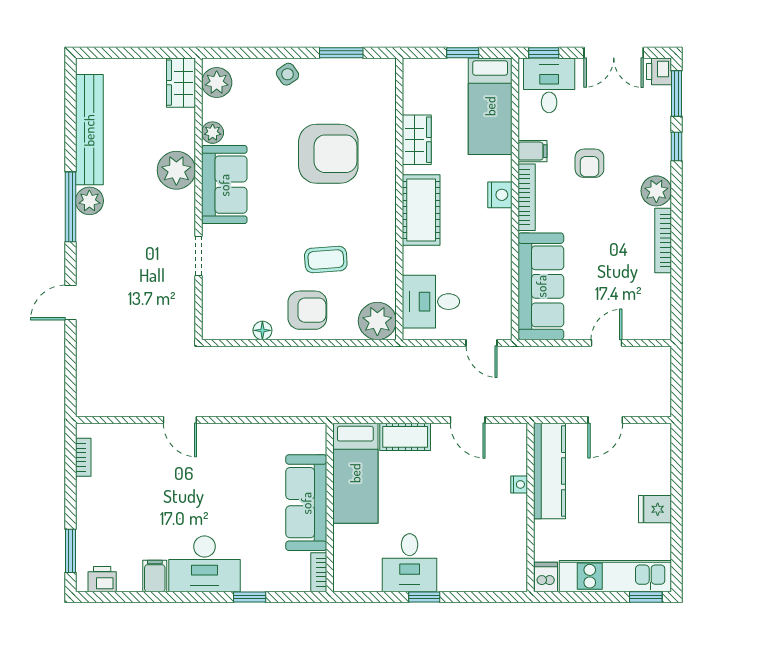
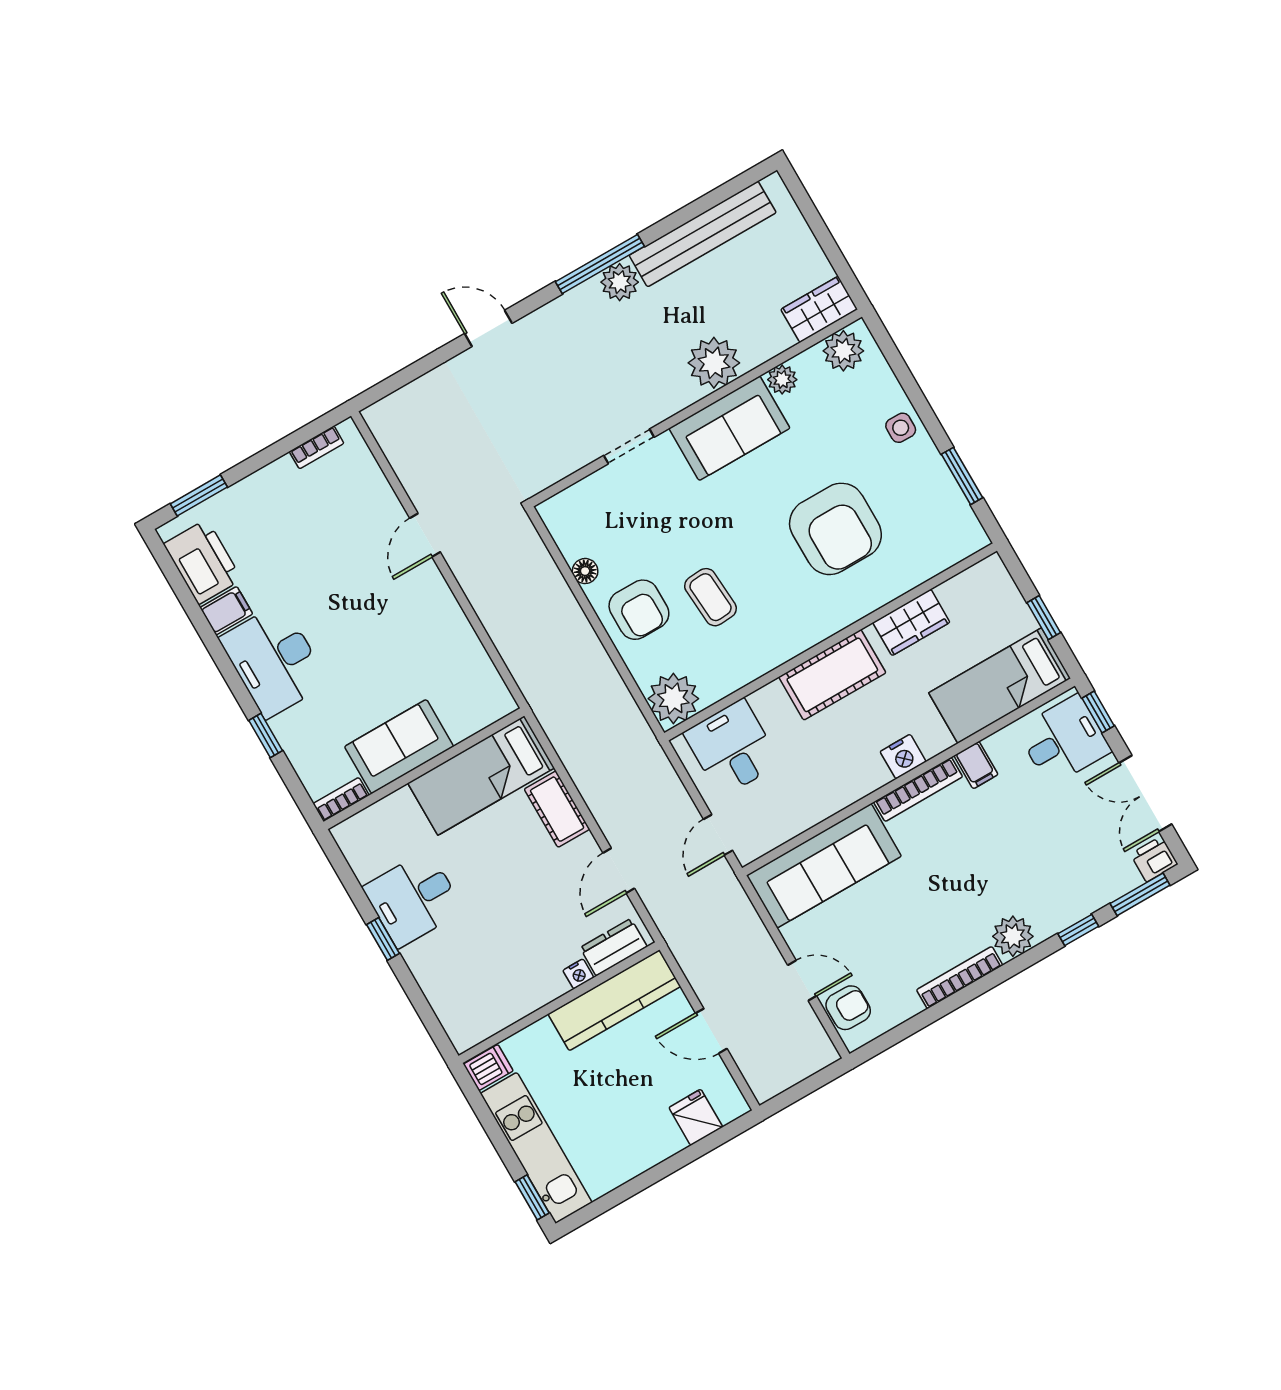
side table: (288, 74) -> (901, 428), turned 35
armchair: (589, 163) -> (848, 1008), moved, turned 180
dresser: (515, 452) -> (614, 947), added
sofa: (306, 503) -> (399, 747), width x0.73
fridge: (655, 509) -> (696, 1117), moved
printer: (102, 579) -> (203, 562), width x1.87, depth x1.48

